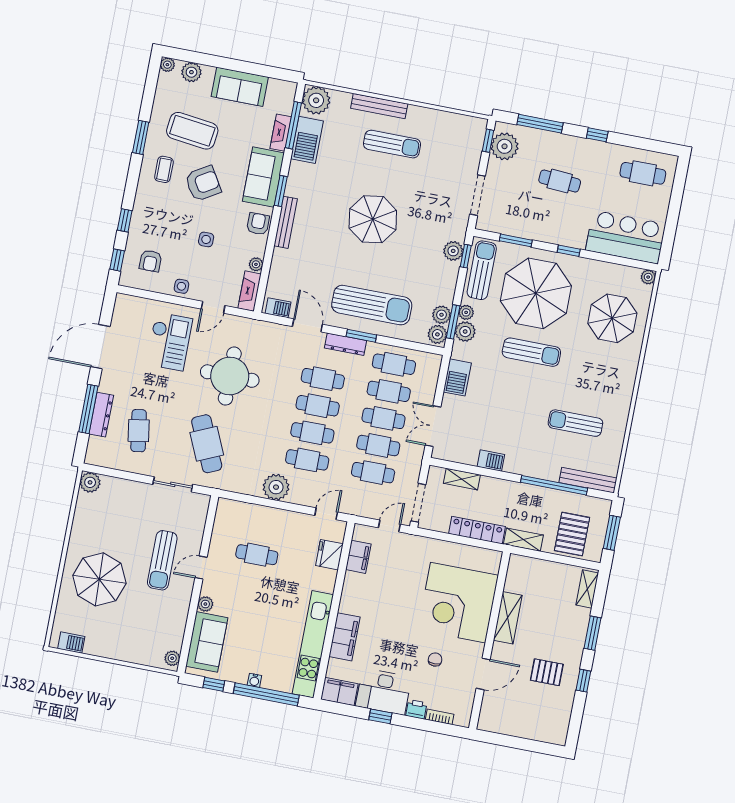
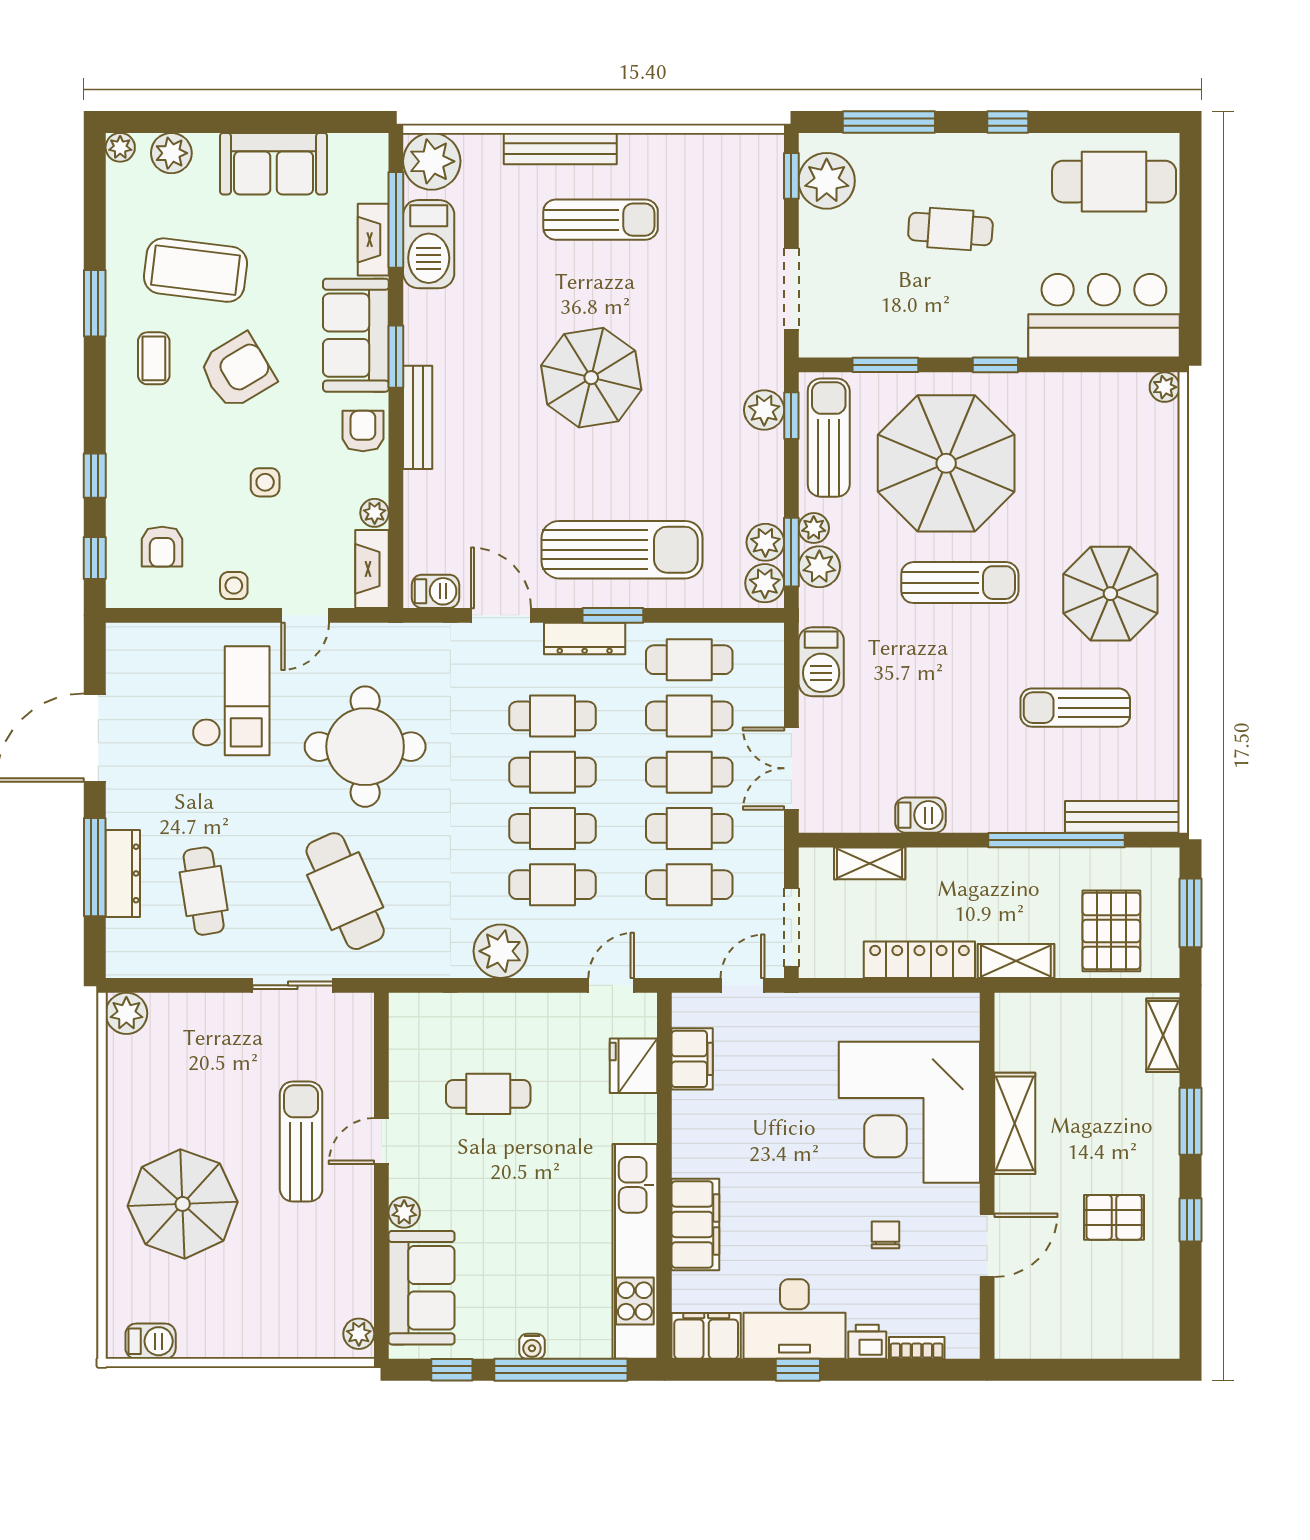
cafe table: (643, 173) -> (1114, 182), width x1.37, depth x1.35
parasol: (612, 318) -> (1110, 594), moved
sun lounger: (162, 560) -> (301, 1141), turned 180

